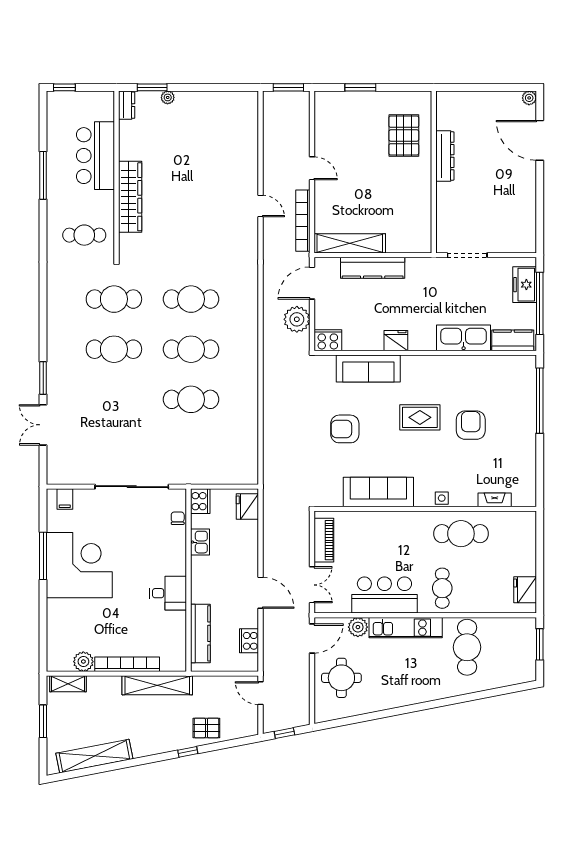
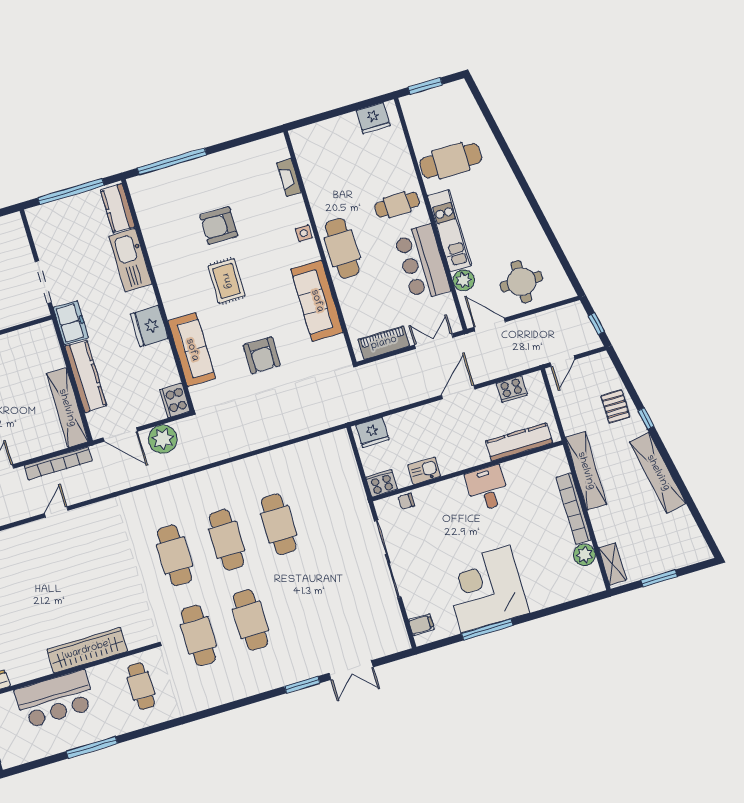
freezer: (525, 285) -> (71, 323), moved, turned -90
fridge: (396, 341) -> (149, 326), width x1.36, depth x1.34
cafe table: (461, 534) -> (342, 248), moved
shelving: (94, 756) -> (658, 473), moved

